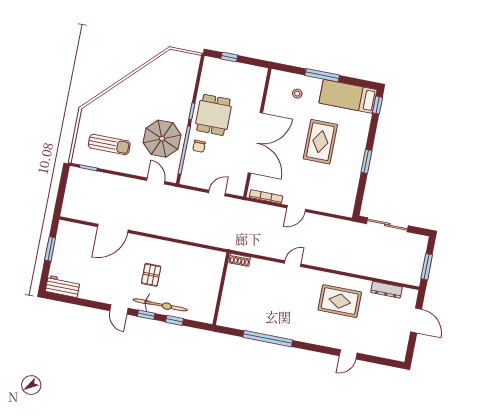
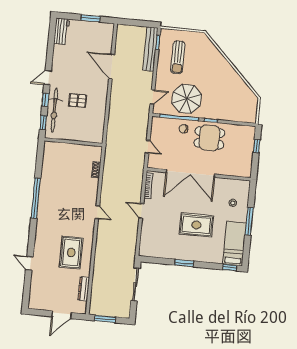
bench: (95, 178) -> (150, 49), added
wall: (221, 289) -> (73, 142), moved

